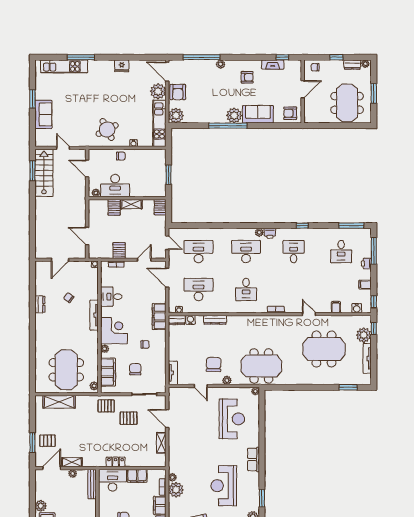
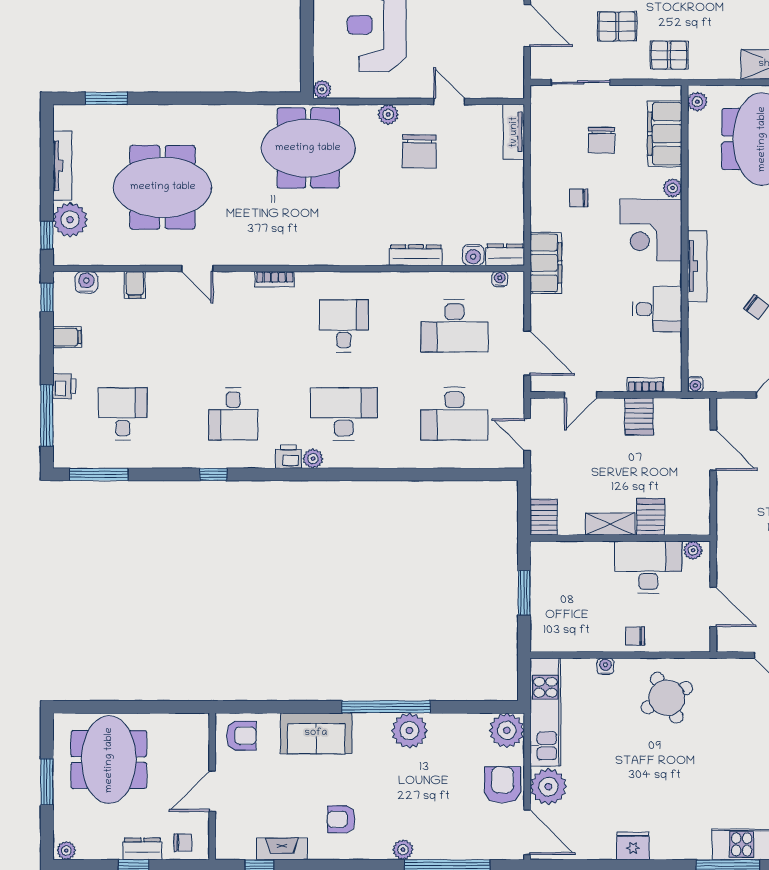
dresser: (352, 65) -> (142, 849), moved
plant: (234, 115) -> (409, 731), moved
desk: (246, 252) -> (344, 414), turned 180

